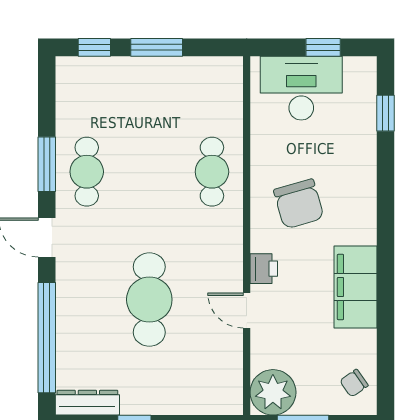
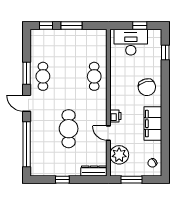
chair: (299, 204) -> (147, 87), moved
plant: (273, 392) -> (119, 155), moved
dresser: (87, 403) -> (94, 171), moved

